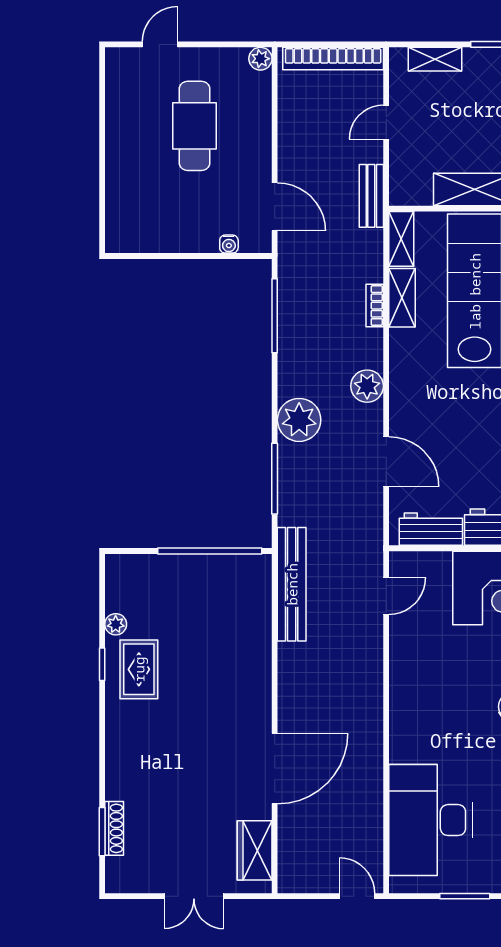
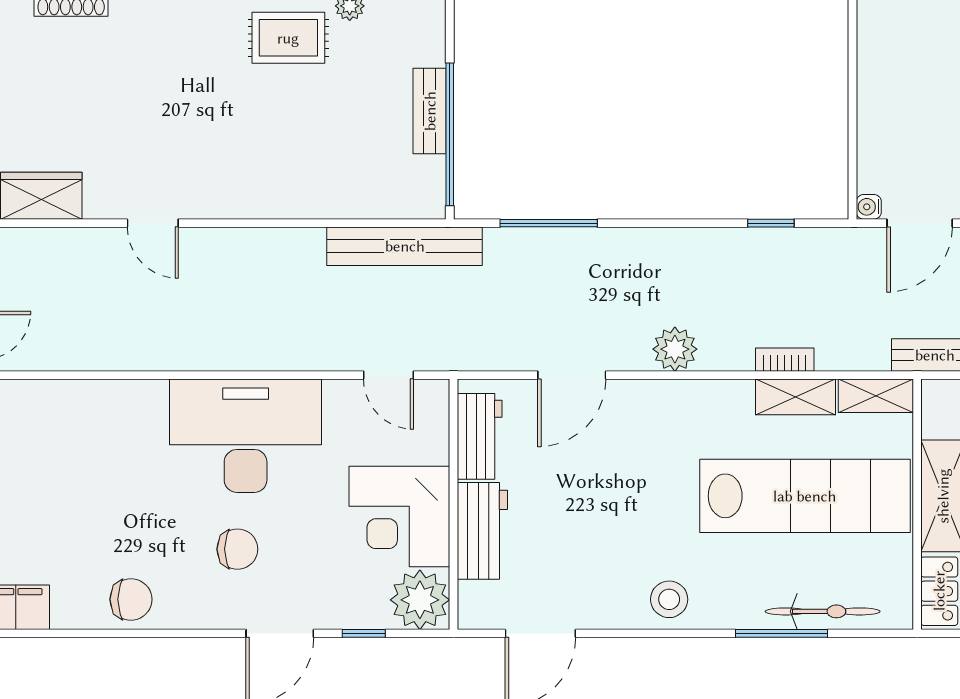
water cooler: (229, 244) -> (869, 207), moved
window: (275, 316) -> (771, 223), width x0.46
plant: (299, 420) -> (629, 256), removed
bench: (193, 566) -> (430, 111), added
door: (275, 769) -> (153, 223), width x0.53
desk: (430, 820) -> (246, 436), moved

